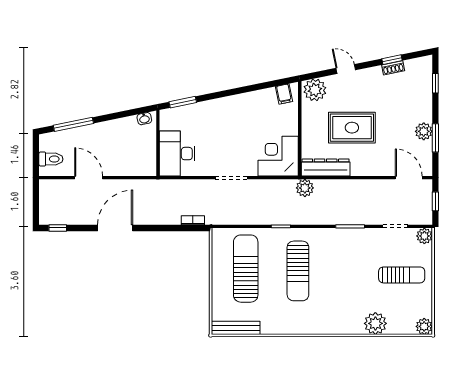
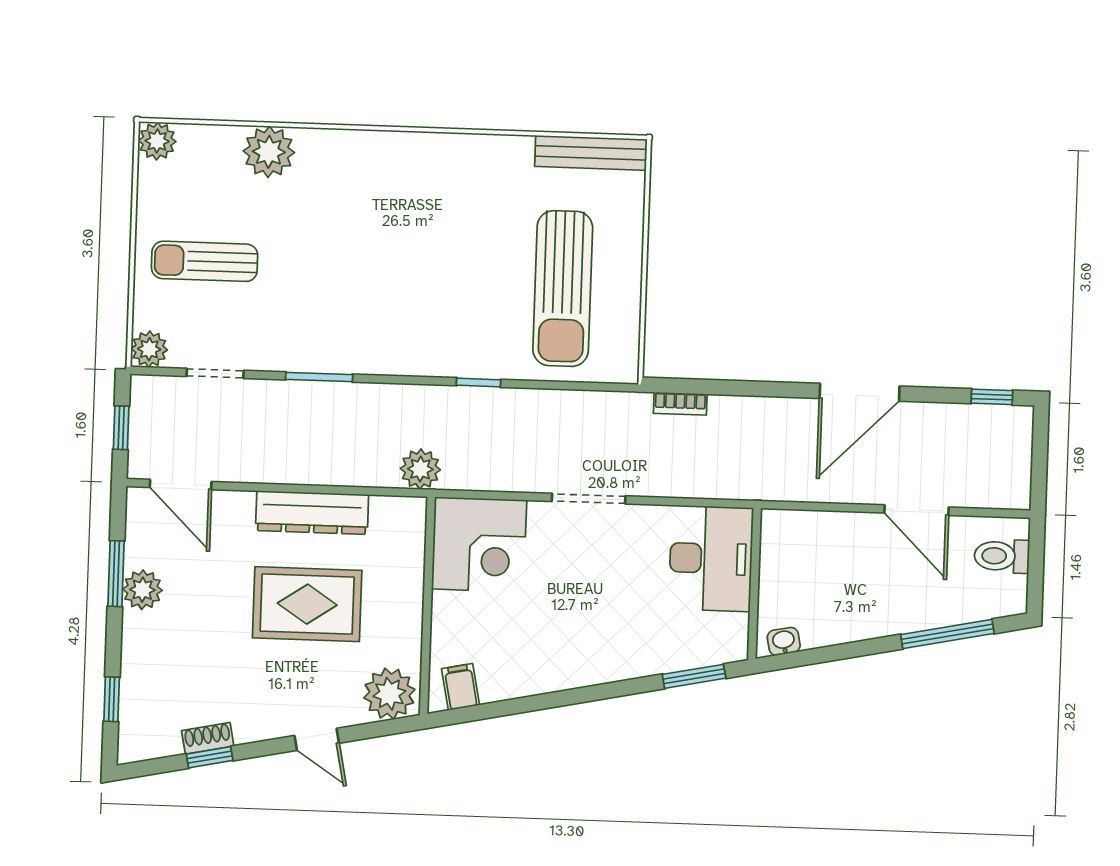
dresser: (326, 167) -> (312, 512), moved
sun lounger: (298, 271) -> (443, 279), removed

